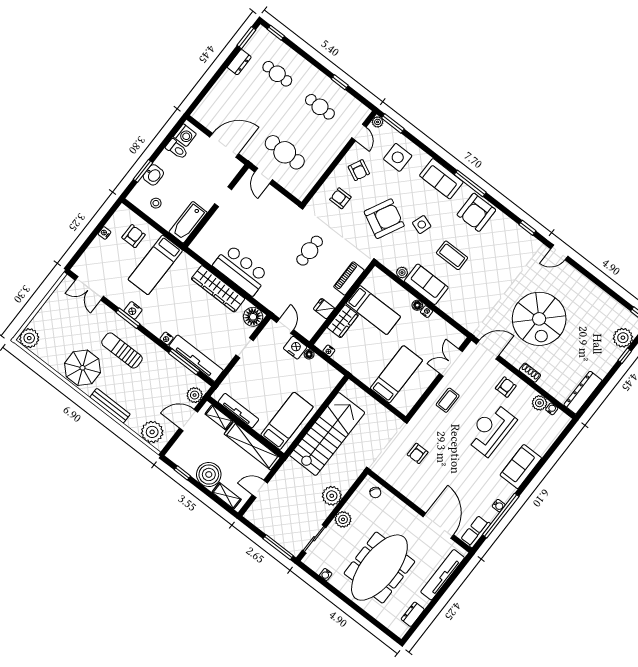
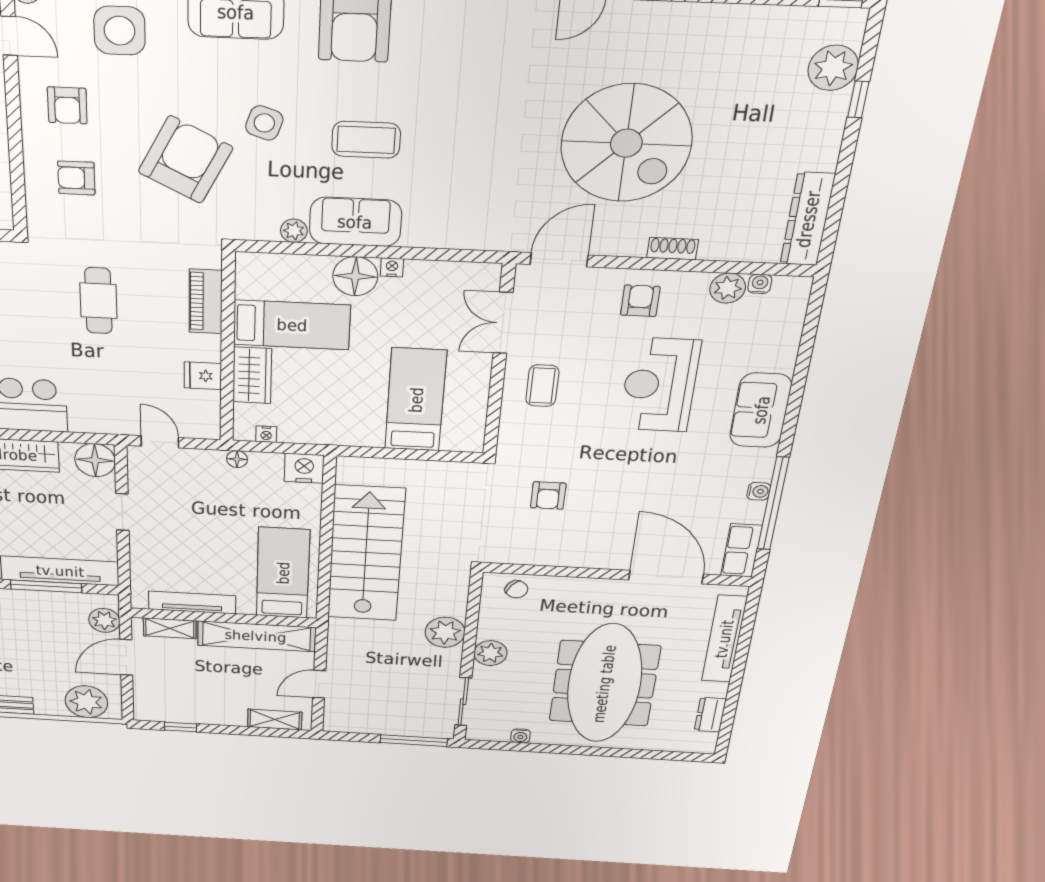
armchair: (359, 170) -> (67, 105), turned 64
floor lamp: (417, 305) -> (355, 276), width x1.89, depth x1.89
nightstand: (295, 348) -> (304, 468), moved
boiler: (209, 474) -> (223, 708), removed

